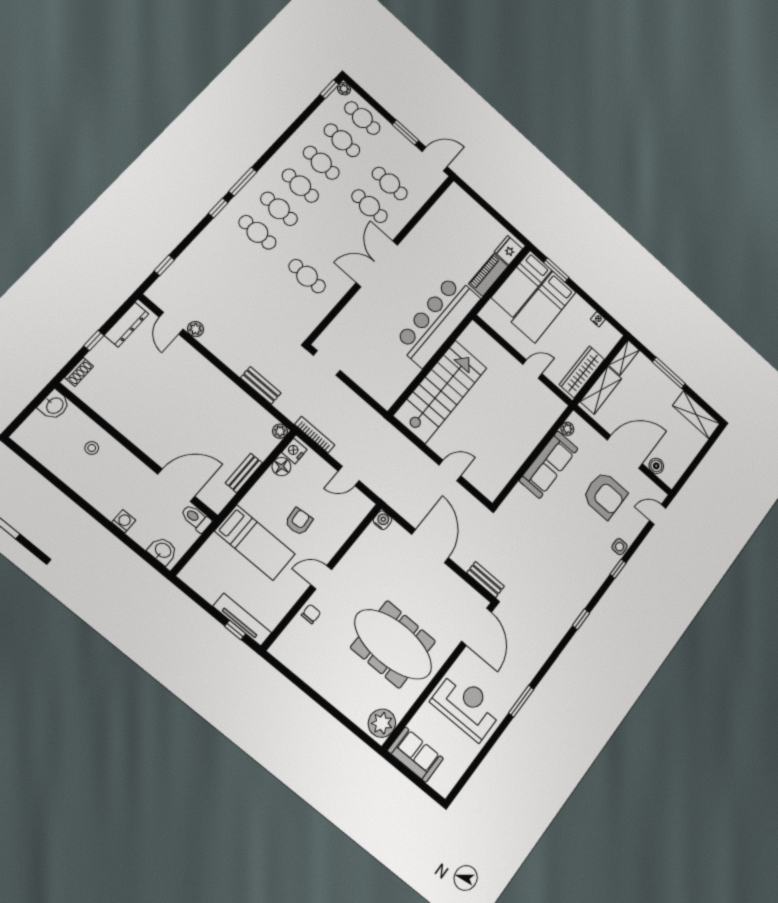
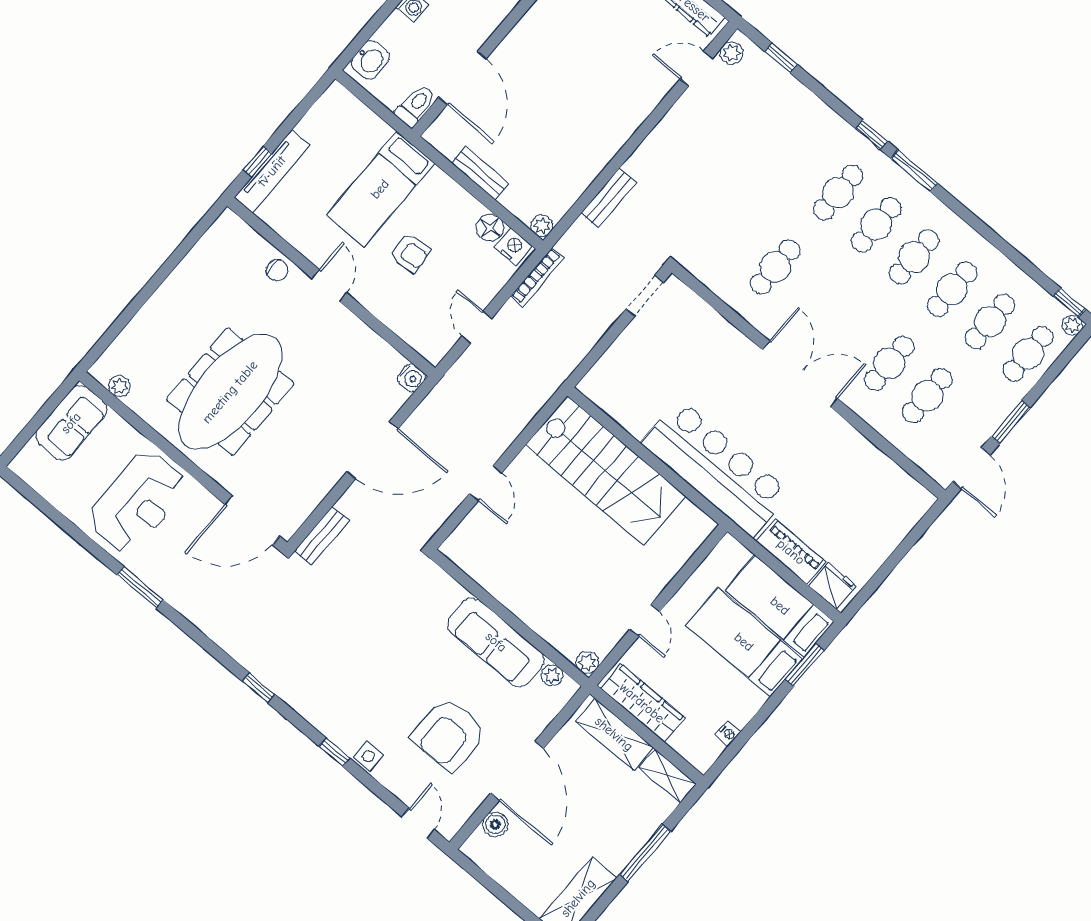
plant: (195, 329) -> (731, 53), moved
plant: (559, 406) -> (587, 663), added
plant: (382, 723) -> (119, 386), width x0.53, depth x0.53

